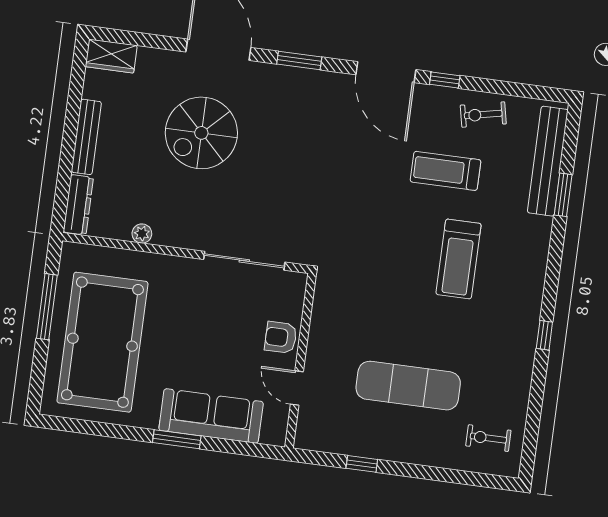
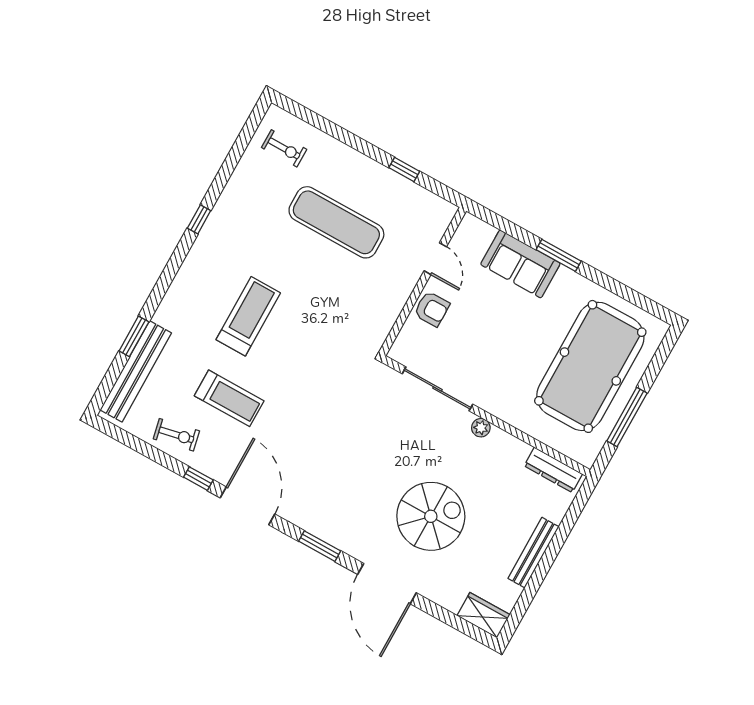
dresser: (78, 205) -> (553, 470), moved, turned -90
plant: (142, 234) -> (481, 428), moved
sofa: (211, 416) -> (520, 264), width x0.73

